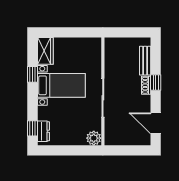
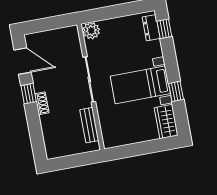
bench: (145, 61) -> (89, 125), moved
window: (156, 82) -> (29, 94), moved

